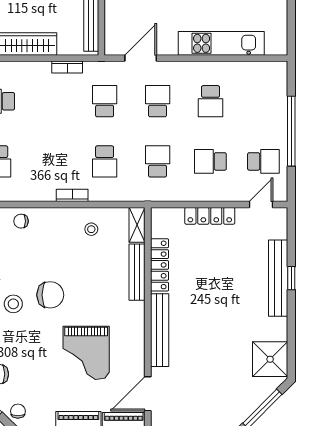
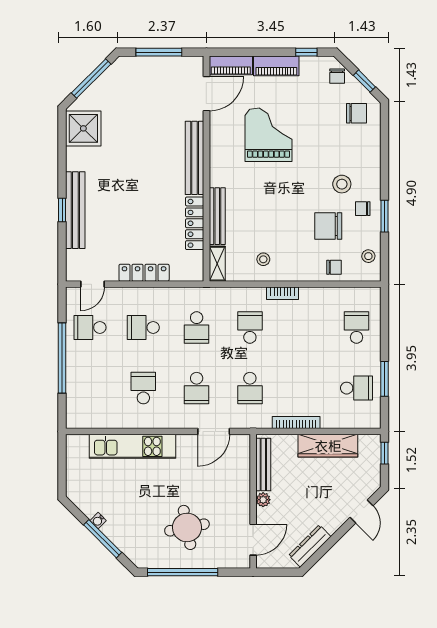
bookcase: (67, 67) -> (296, 423), width x1.56
school desk: (210, 161) -> (143, 327), turned 180
chair: (50, 295) -> (328, 226), moved

